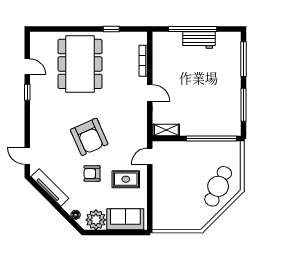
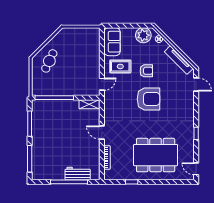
workbench: (199, 40) -> (78, 173), moved
dining table: (80, 64) -> (156, 155), turned 90
door: (27, 67) -> (196, 169), moved
armchair: (89, 137) -> (148, 99), turned 114
cafe table: (218, 186) -> (49, 61), width x0.73, depth x0.74
sofa: (125, 219) -> (112, 42), moved, turned -90

